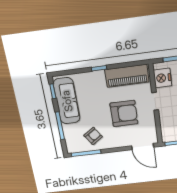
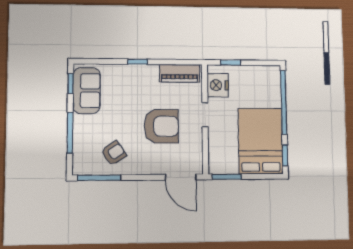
piano: (127, 76) -> (180, 73), width x0.73, depth x0.75
sofa: (67, 101) -> (87, 91), width x0.73

